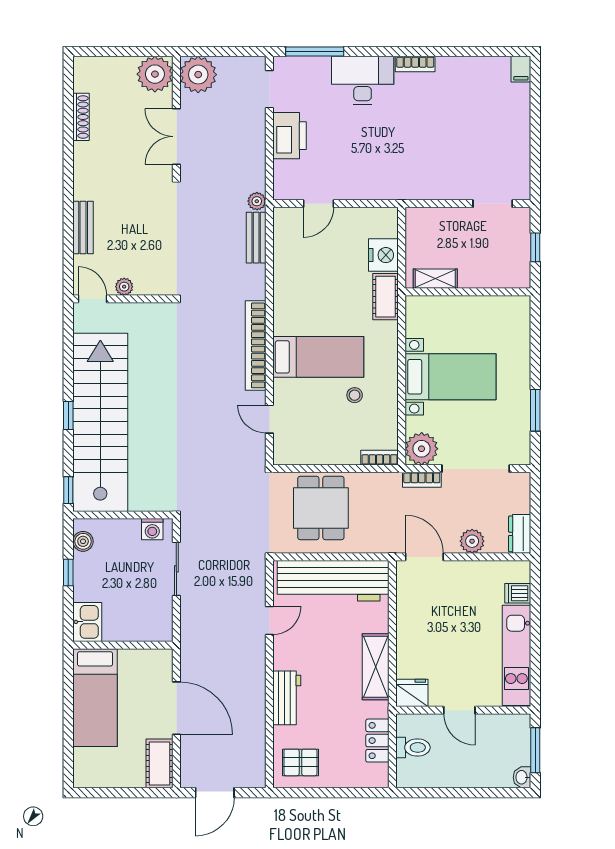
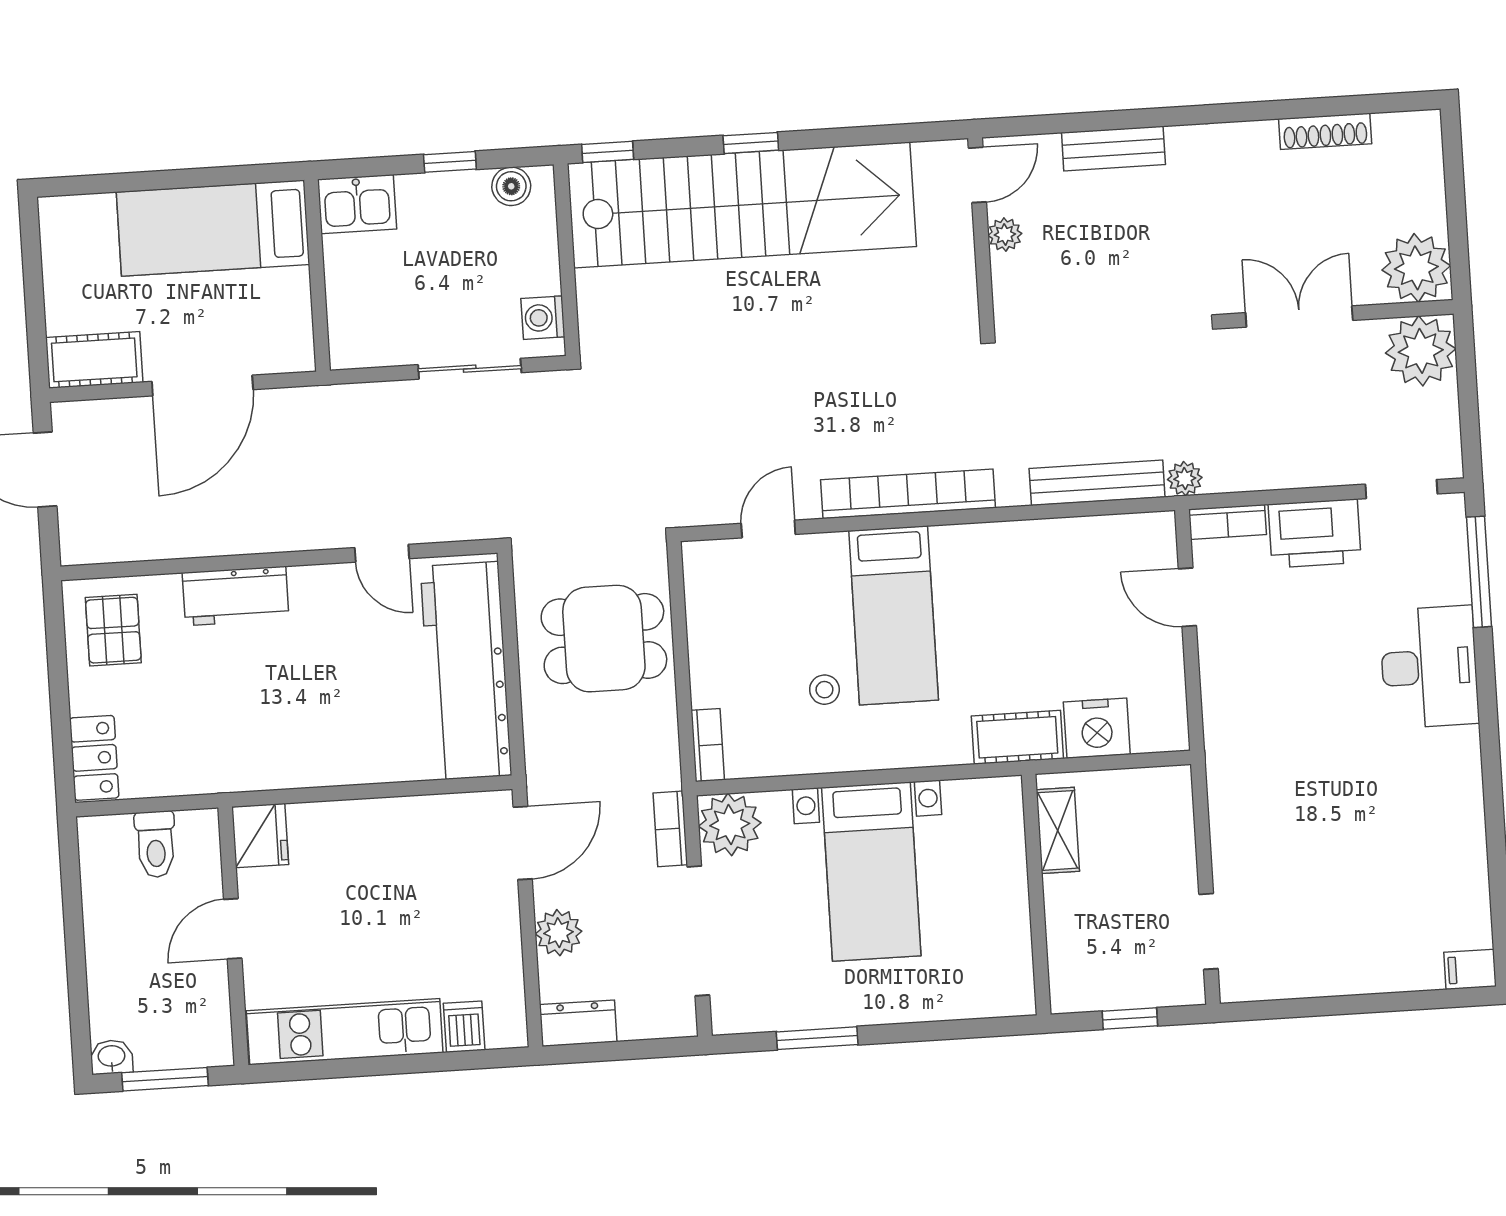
bookcase: (415, 64) -> (1228, 522), moved, turned -90
bench: (256, 238) -> (1097, 483), width x1.36
shelving: (376, 667) -> (306, 763), removed
locker: (377, 741) -> (94, 758), moved, turned 90

